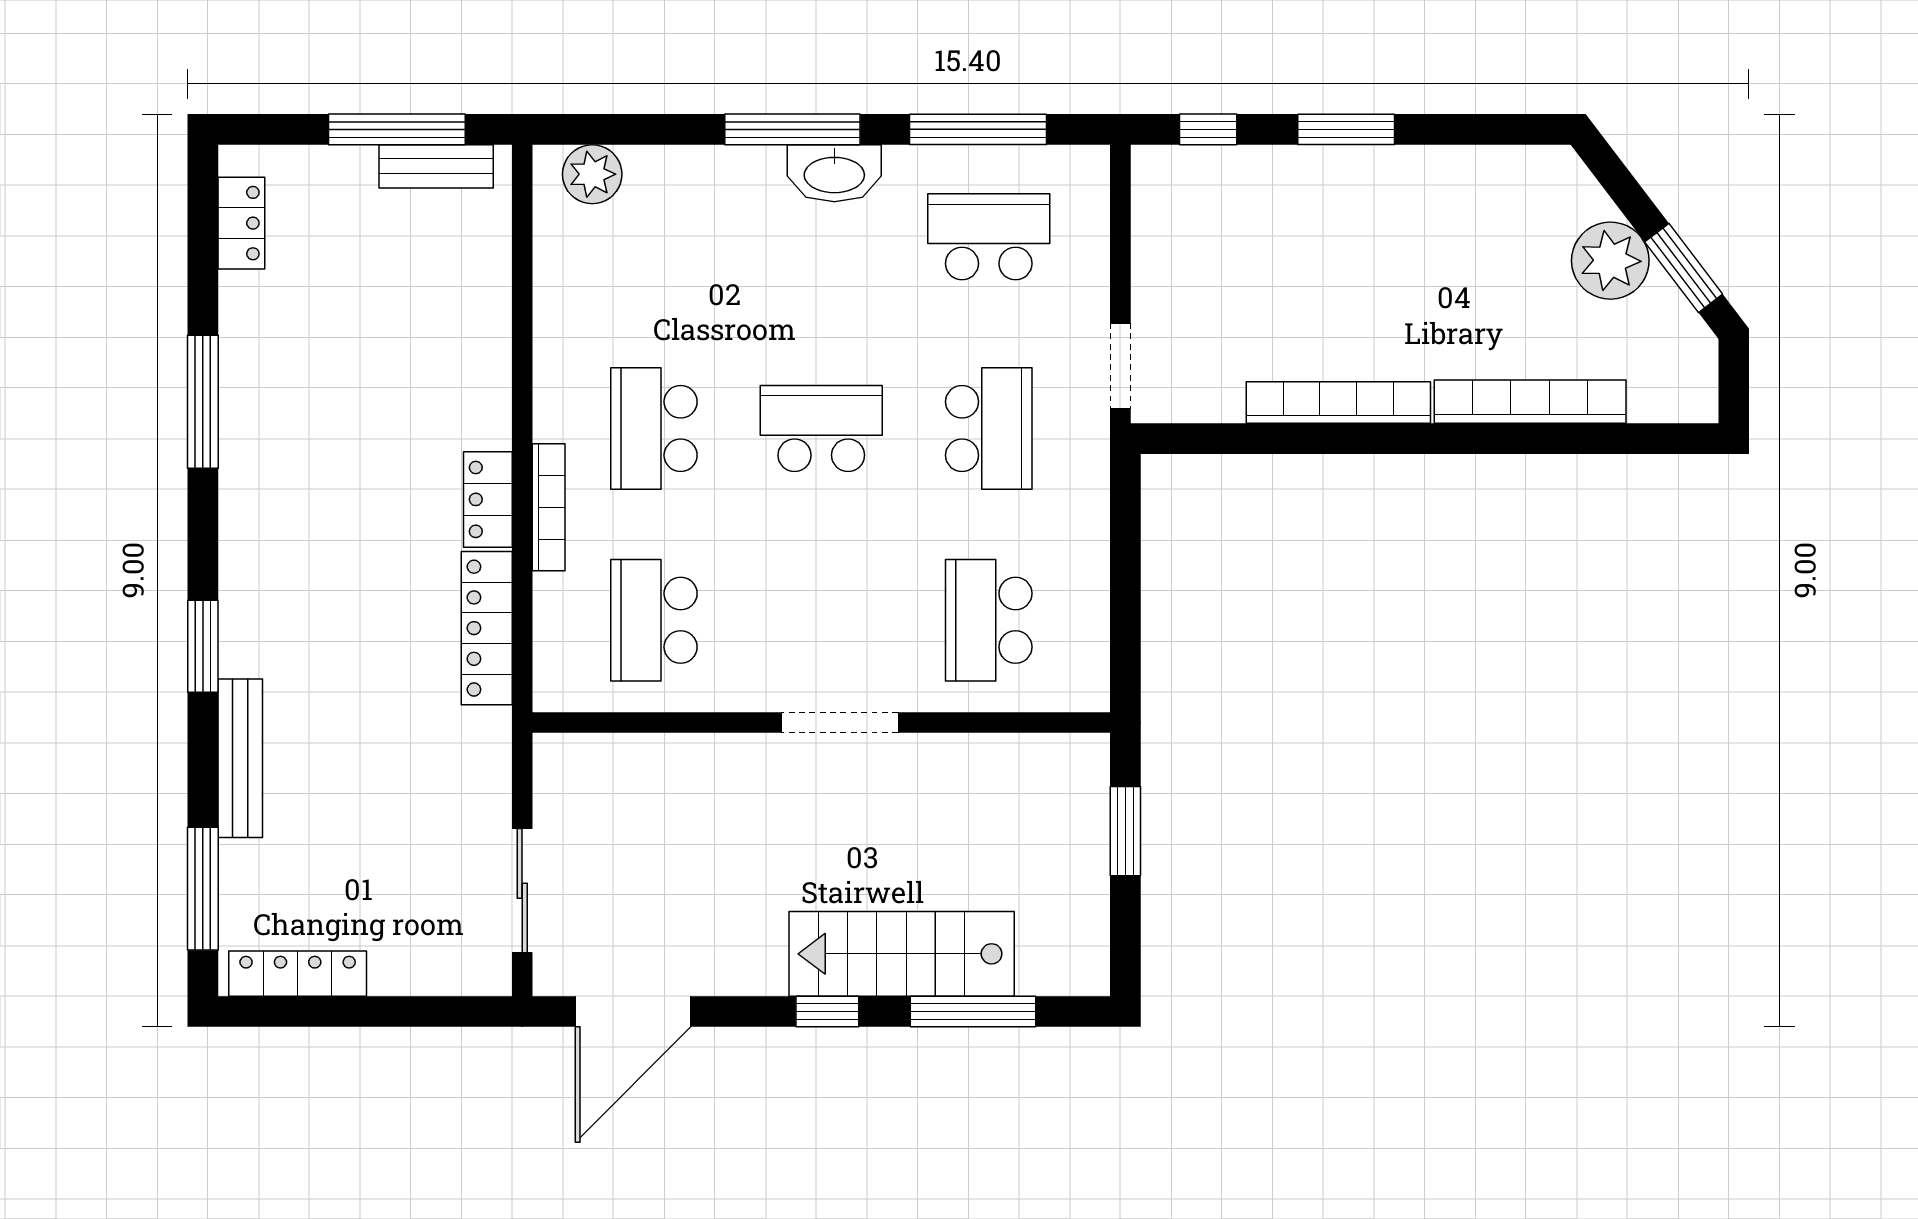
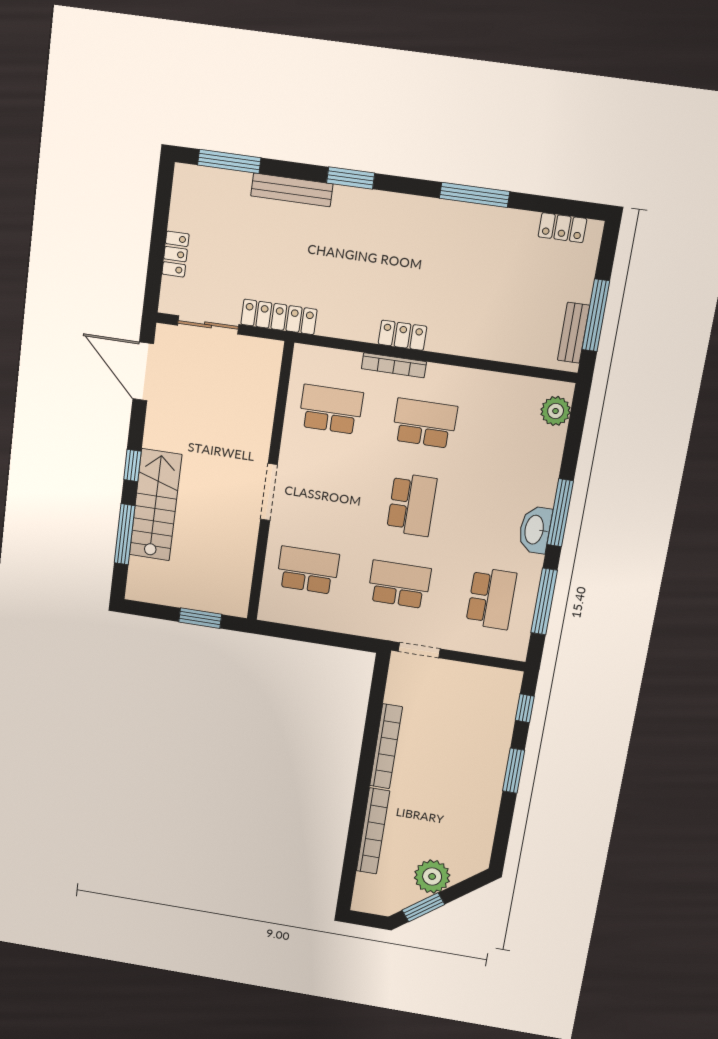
school desk: (989, 429) -> (399, 584), turned 180
locker: (487, 628) -> (279, 317), moved
locker: (298, 974) -> (176, 254), moved, width x0.66

